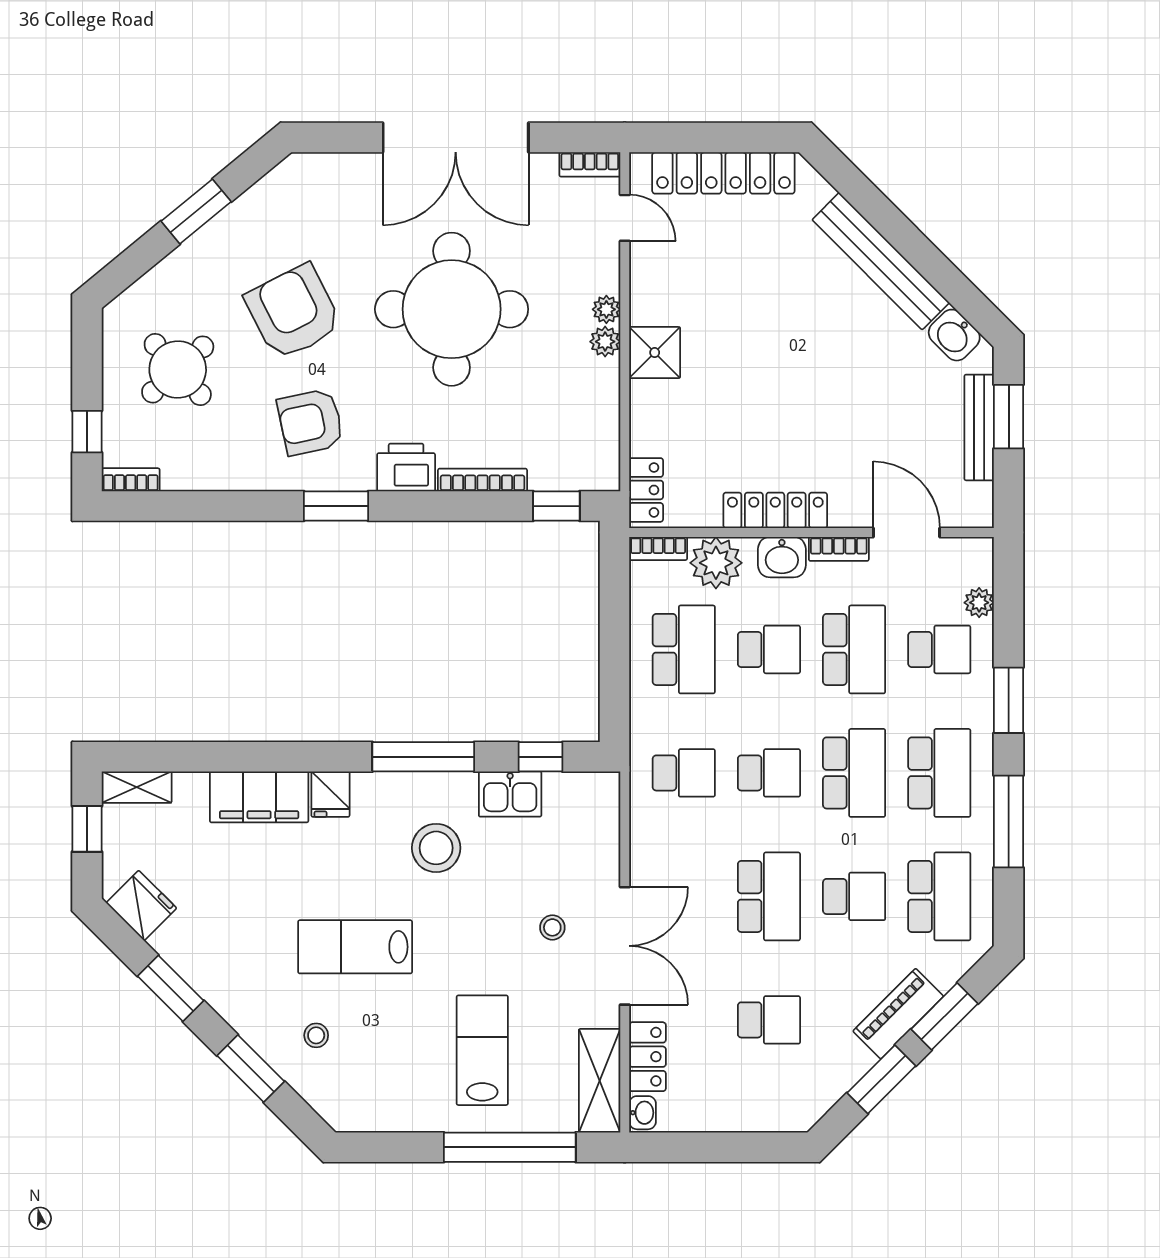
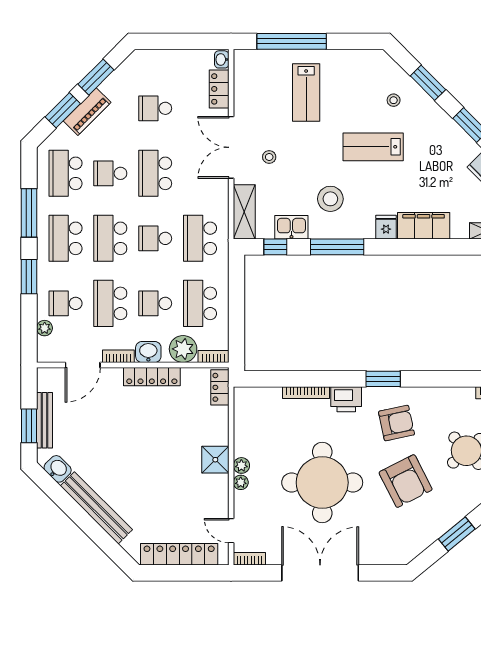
window: (556, 506) -> (267, 379), removed
door: (907, 532) -> (83, 365), hinge flipped
school desk: (684, 773) -> (200, 238), width x1.85
lab bench: (355, 947) -> (373, 147), turned 180
shelving: (600, 1081) -> (244, 212), moved

